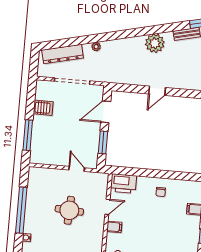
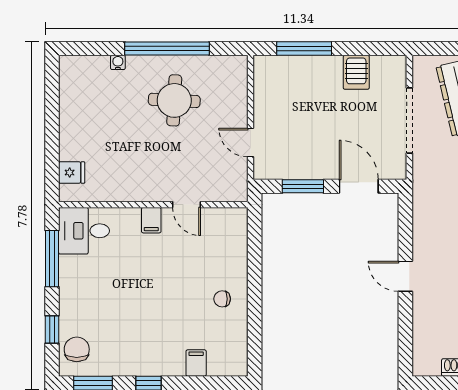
door: (77, 169) -> (251, 142), swing flipped
printer: (124, 183) -> (232, 230), removed
round table: (69, 210) -> (174, 100), moved

